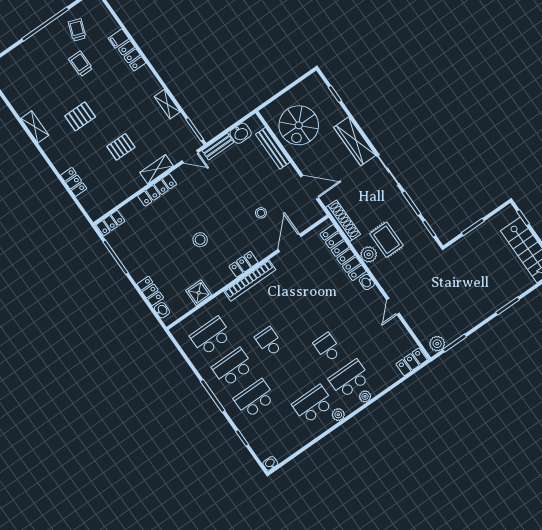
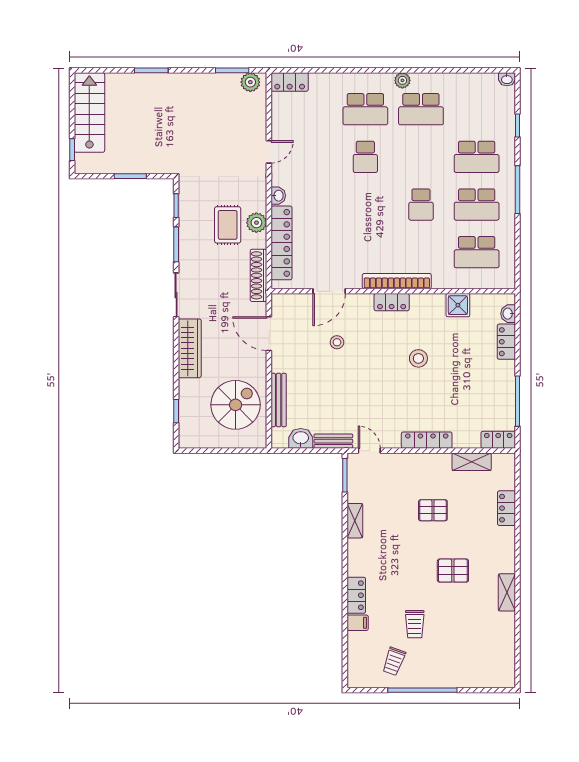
shelving: (157, 169) -> (472, 462), moved
plant: (365, 396) -> (362, 80), removed

